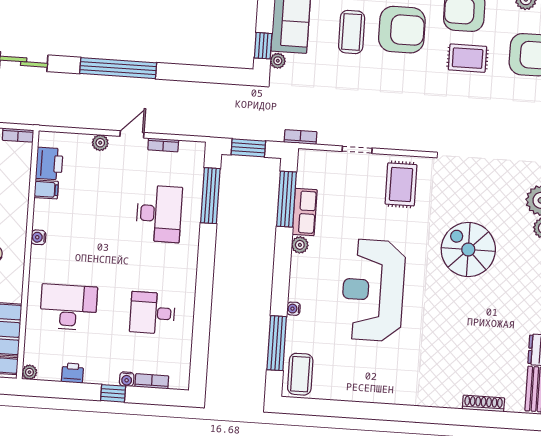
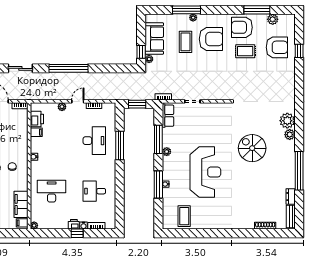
rug: (401, 184) -> (216, 117), removed
window: (210, 196) -> (120, 146), moved
window: (287, 199) -> (158, 139), moved
row of seats: (305, 212) -> (168, 116), moved
reception desk: (373, 290) -> (205, 172), turned 180
window: (277, 343) -> (158, 185), moved
printer: (73, 373) -> (74, 224), moved
coffee table: (300, 374) -> (184, 216), moved

